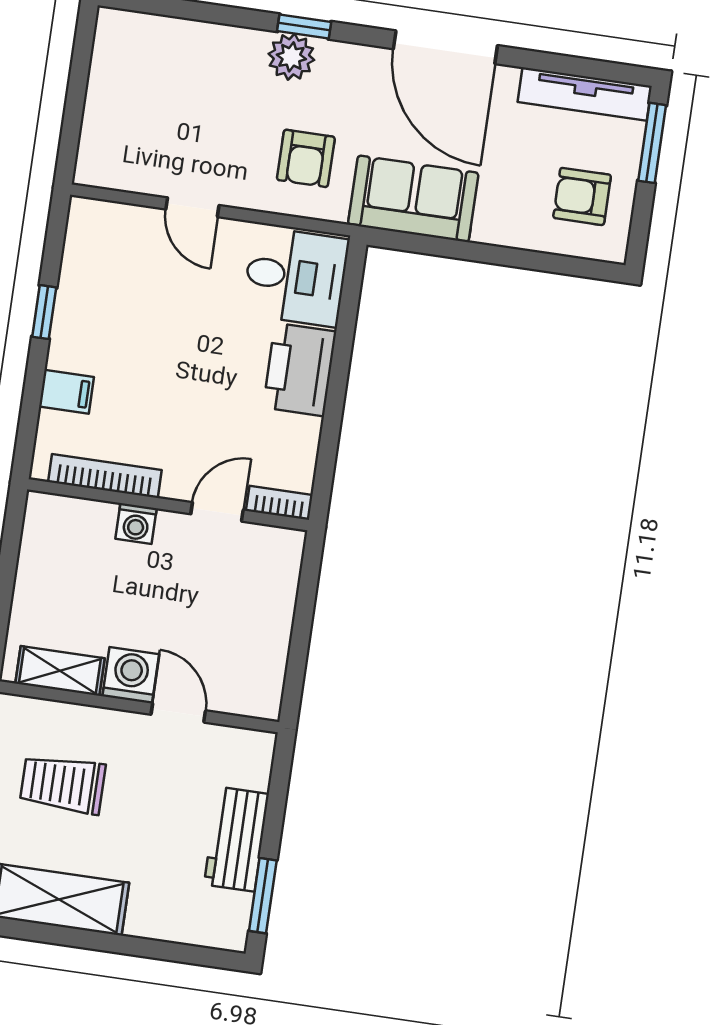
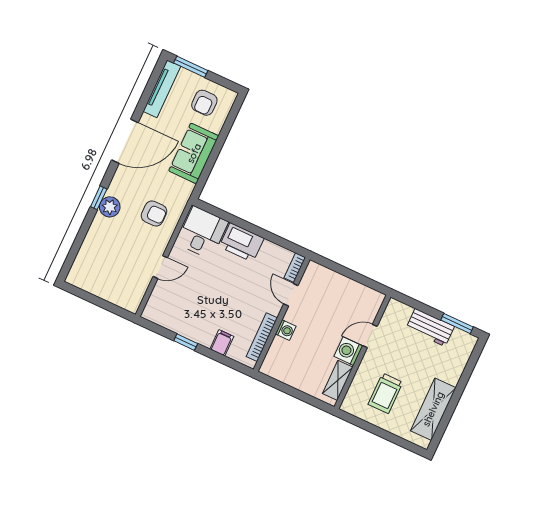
sofa: (413, 199) -> (194, 153), moved

